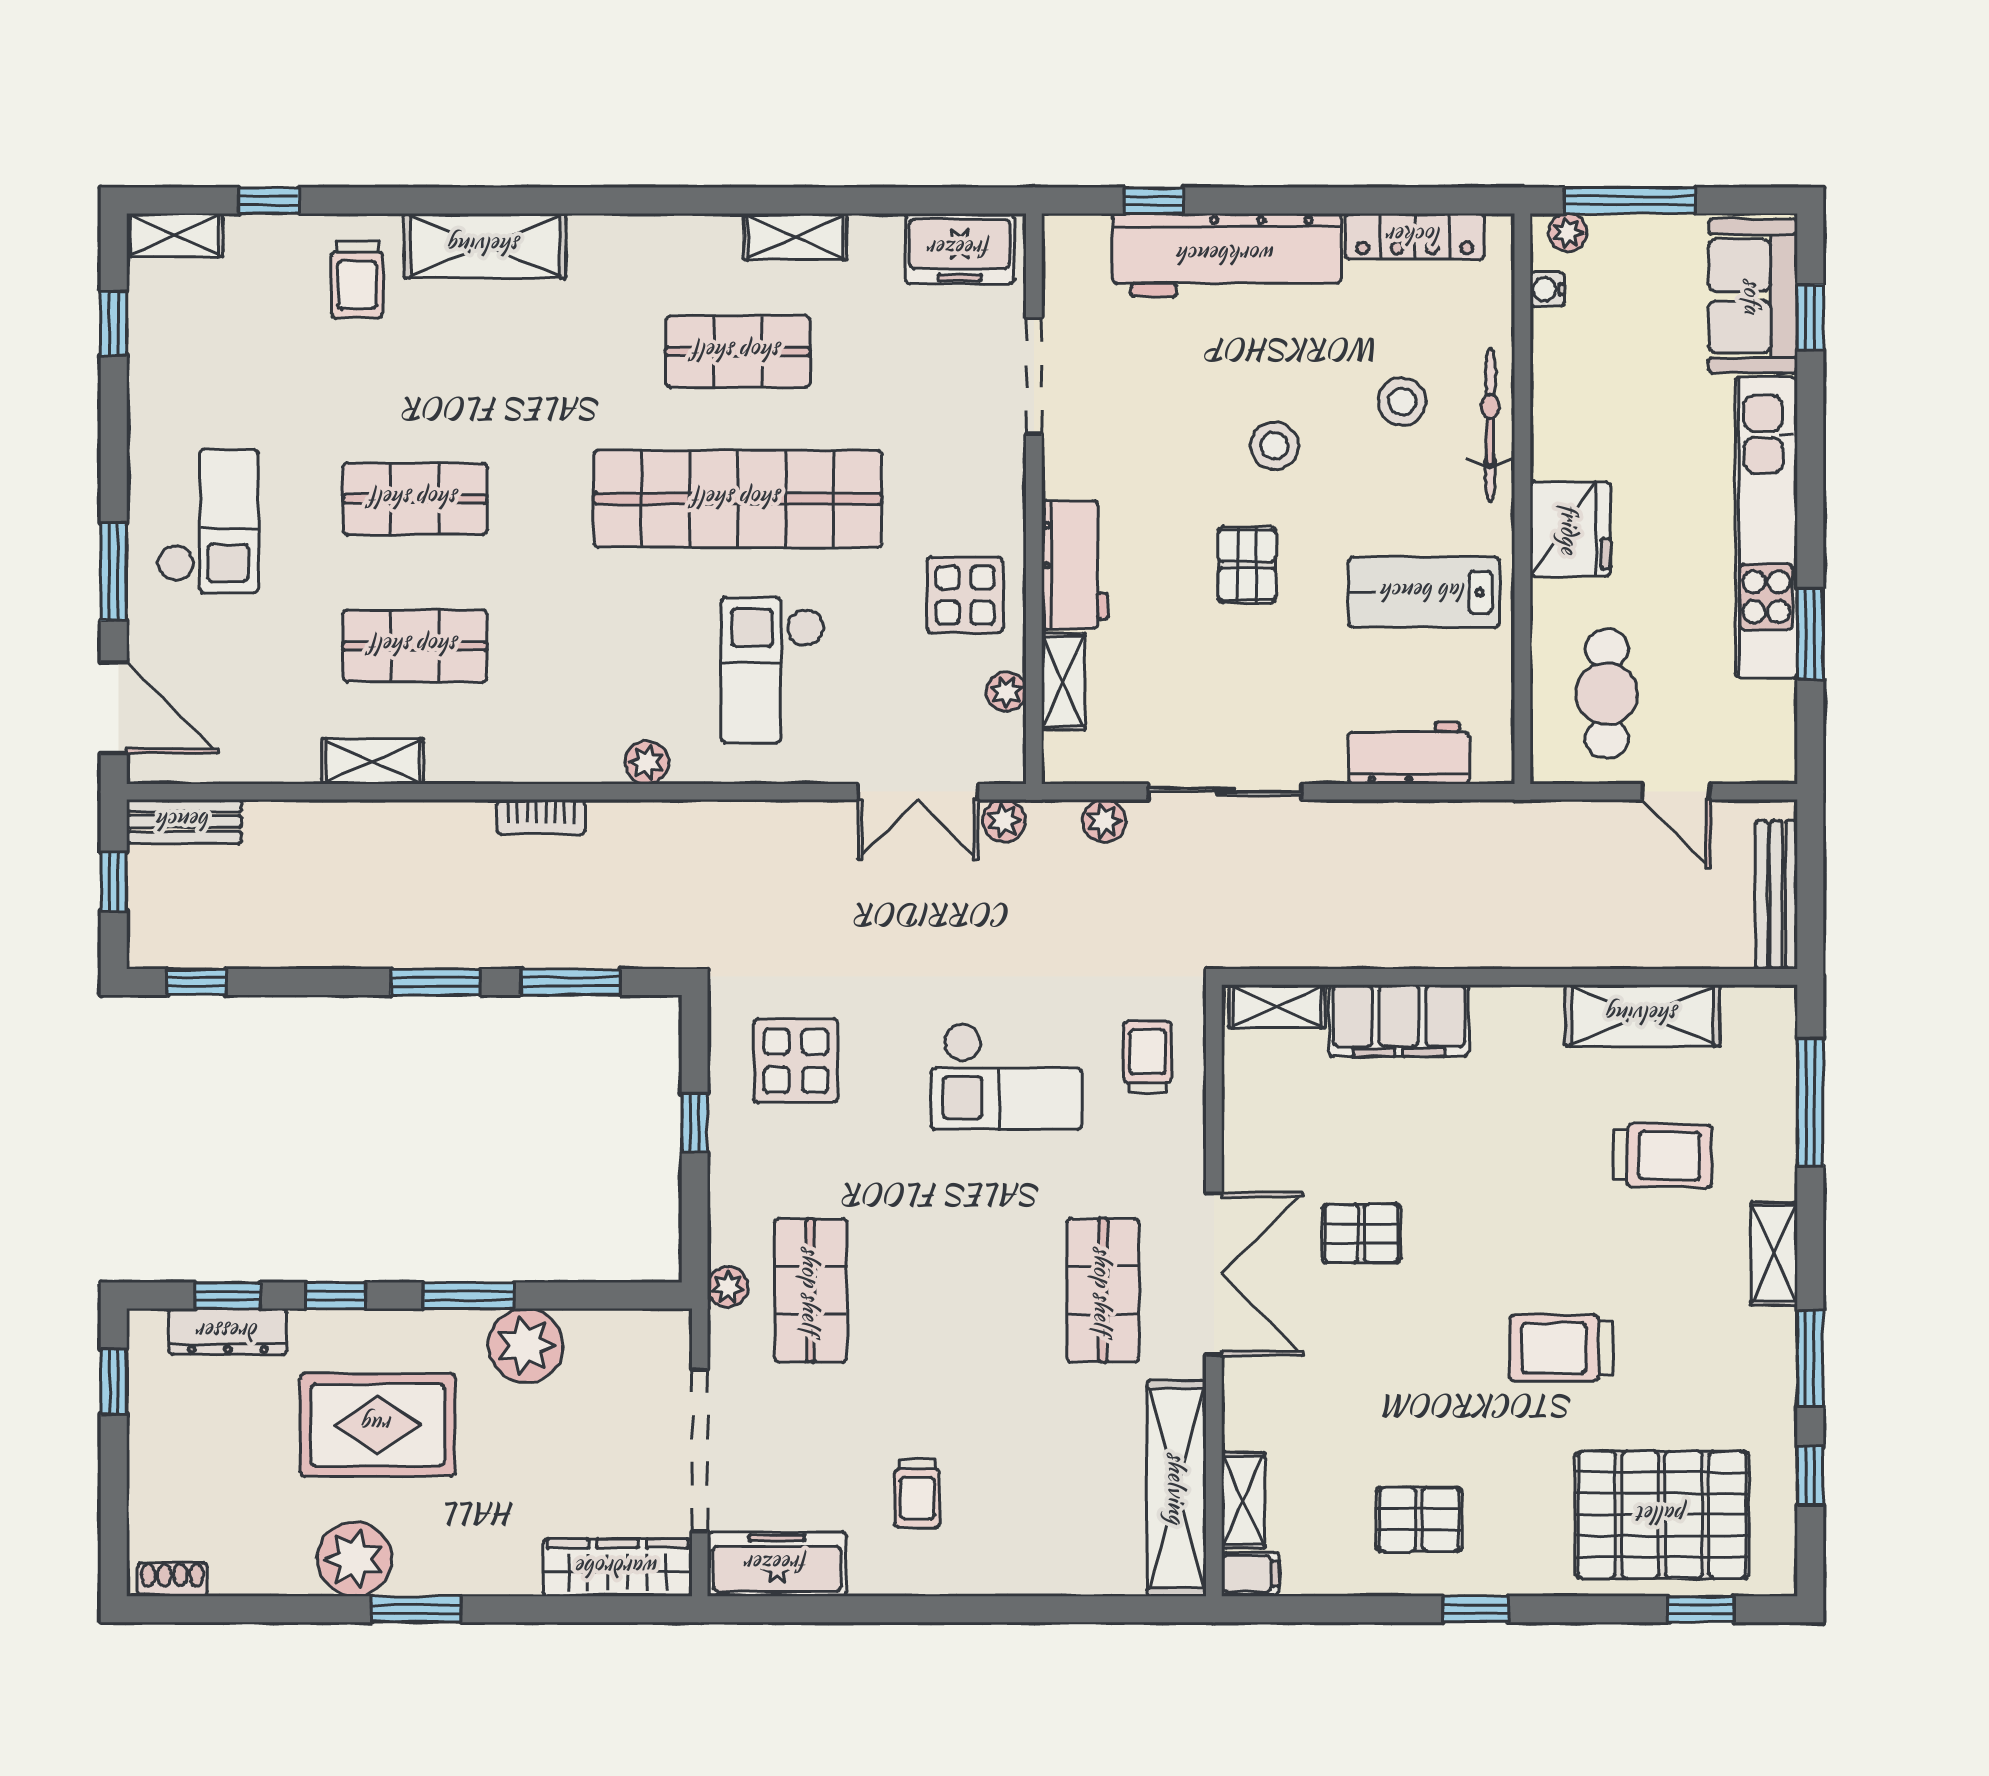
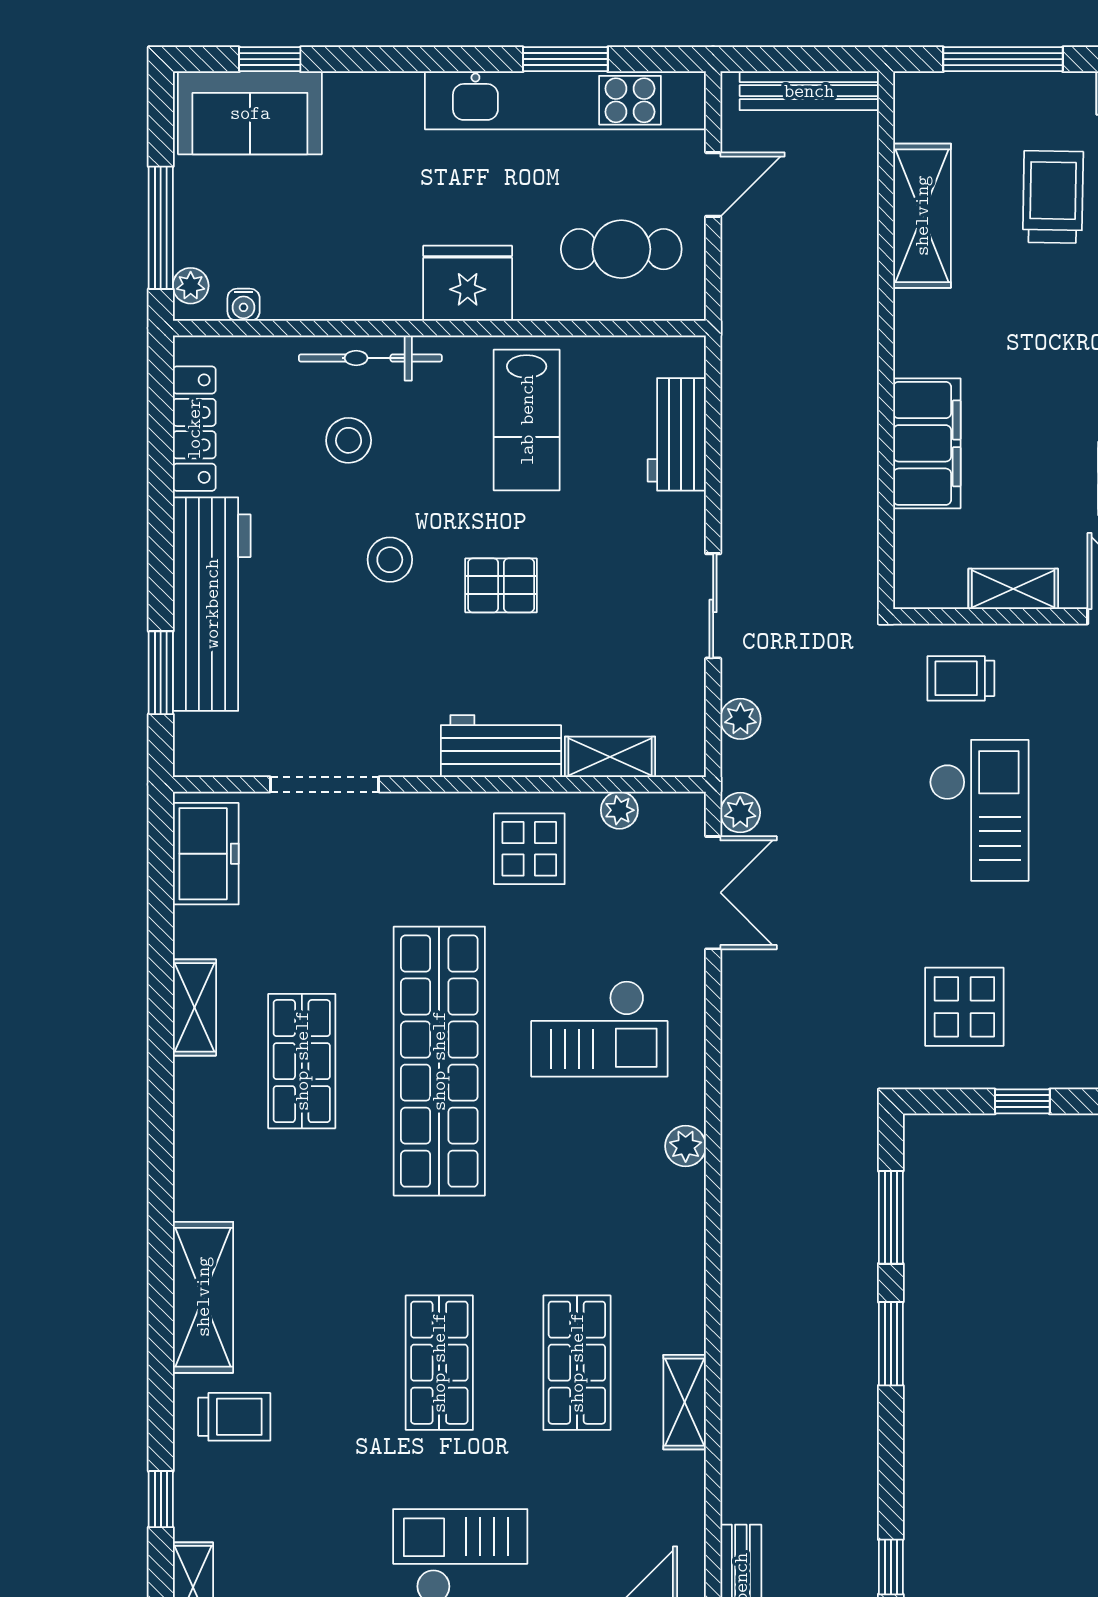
window: (1154, 201) -> (161, 673), width x1.50
kitchen unit: (1766, 528) -> (565, 100), moved
sliding door: (1225, 792) -> (713, 606), width x0.73
bookcase: (541, 817) -> (737, 1245), removed
shelving: (1277, 1006) -> (1013, 589), moved, turned 90

